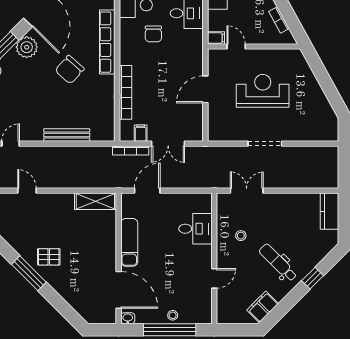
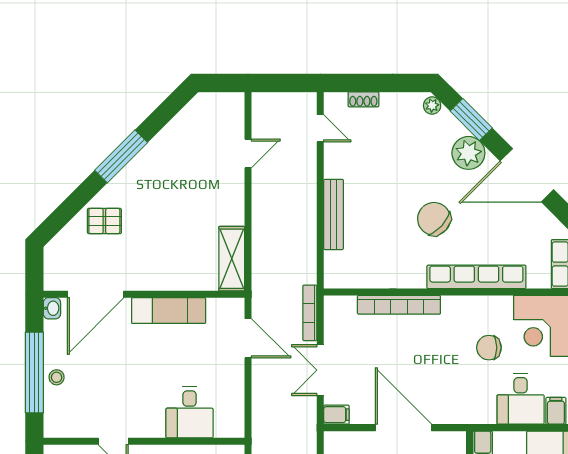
door: (205, 89) -> (404, 428), width x1.36
filing cabinet: (141, 133) -> (336, 415), moved
pallet: (49, 257) -> (104, 221), moved, turned 90

